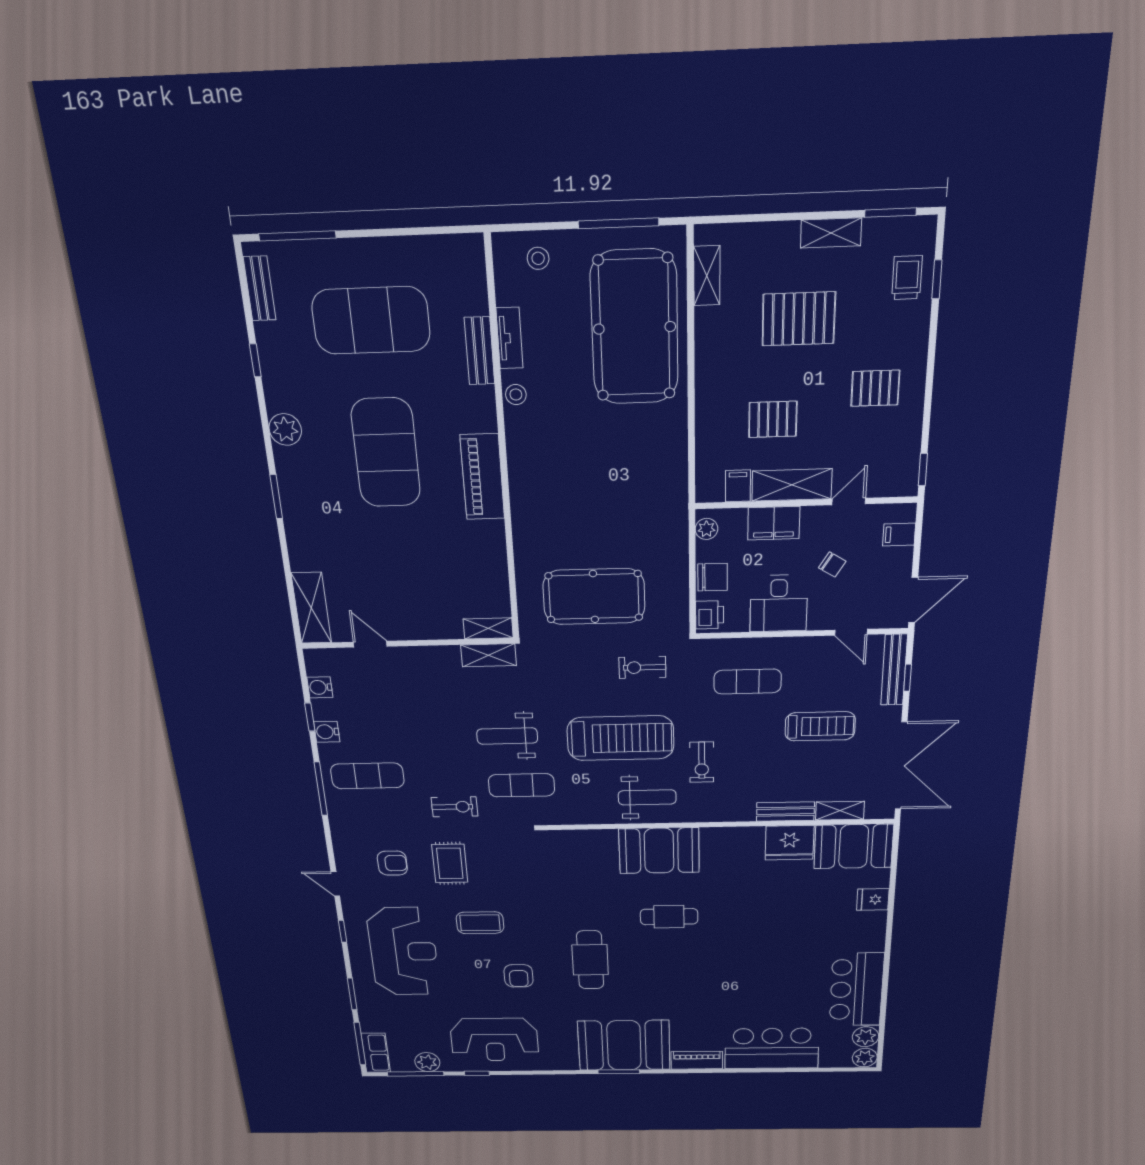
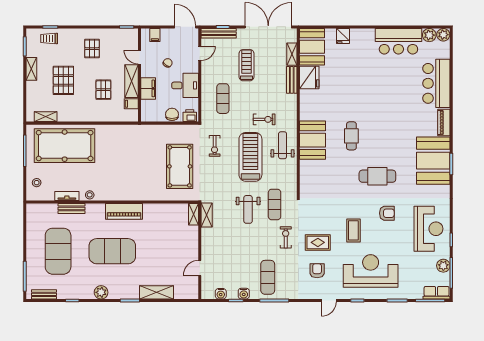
plant: (707, 529) -> (150, 117), removed
shelving: (311, 608) -> (157, 292), moved

